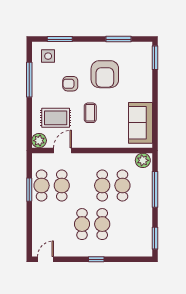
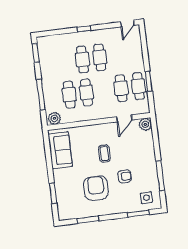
window: (155, 58) -> (53, 193), moved
rug: (56, 118) -> (133, 146), removed

